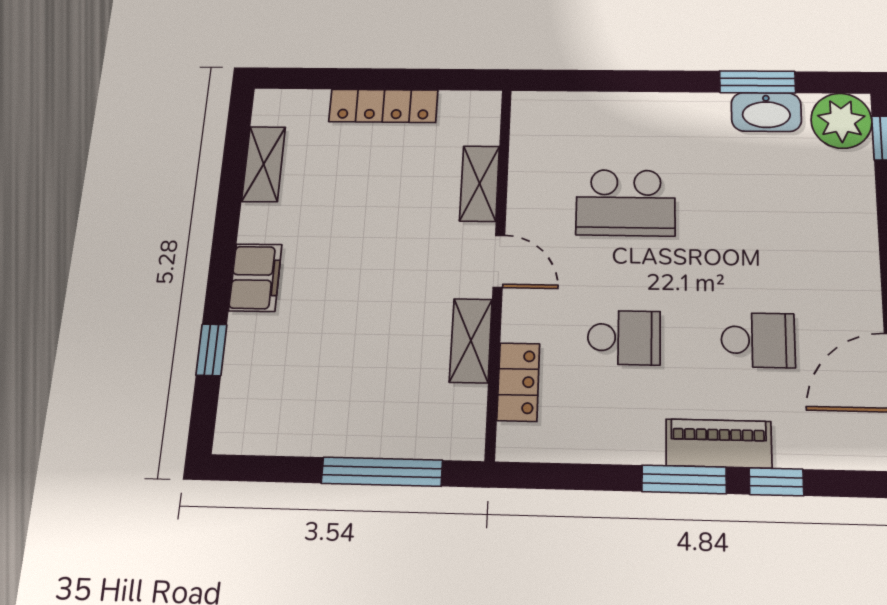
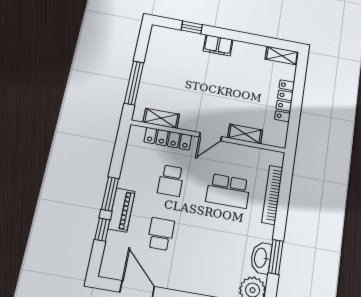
bookcase: (617, 106) -> (272, 195), added
shelving: (264, 164) -> (282, 56), moved
school desk: (626, 203) -> (228, 191), turned -90
school desk: (758, 340) -> (161, 234), turned 180
shelving: (471, 341) -> (161, 118), moved
locker: (518, 382) -> (168, 139), width x1.53

